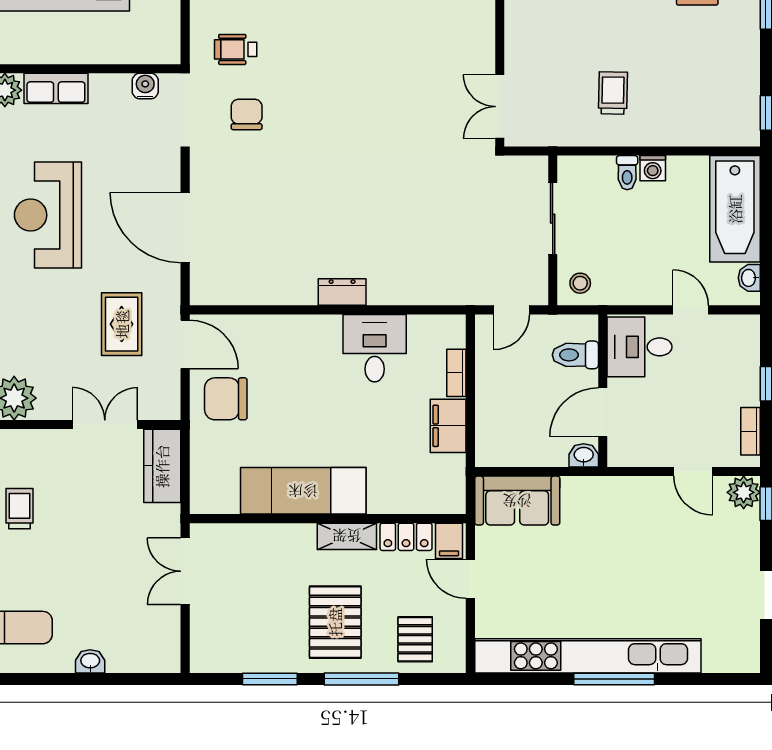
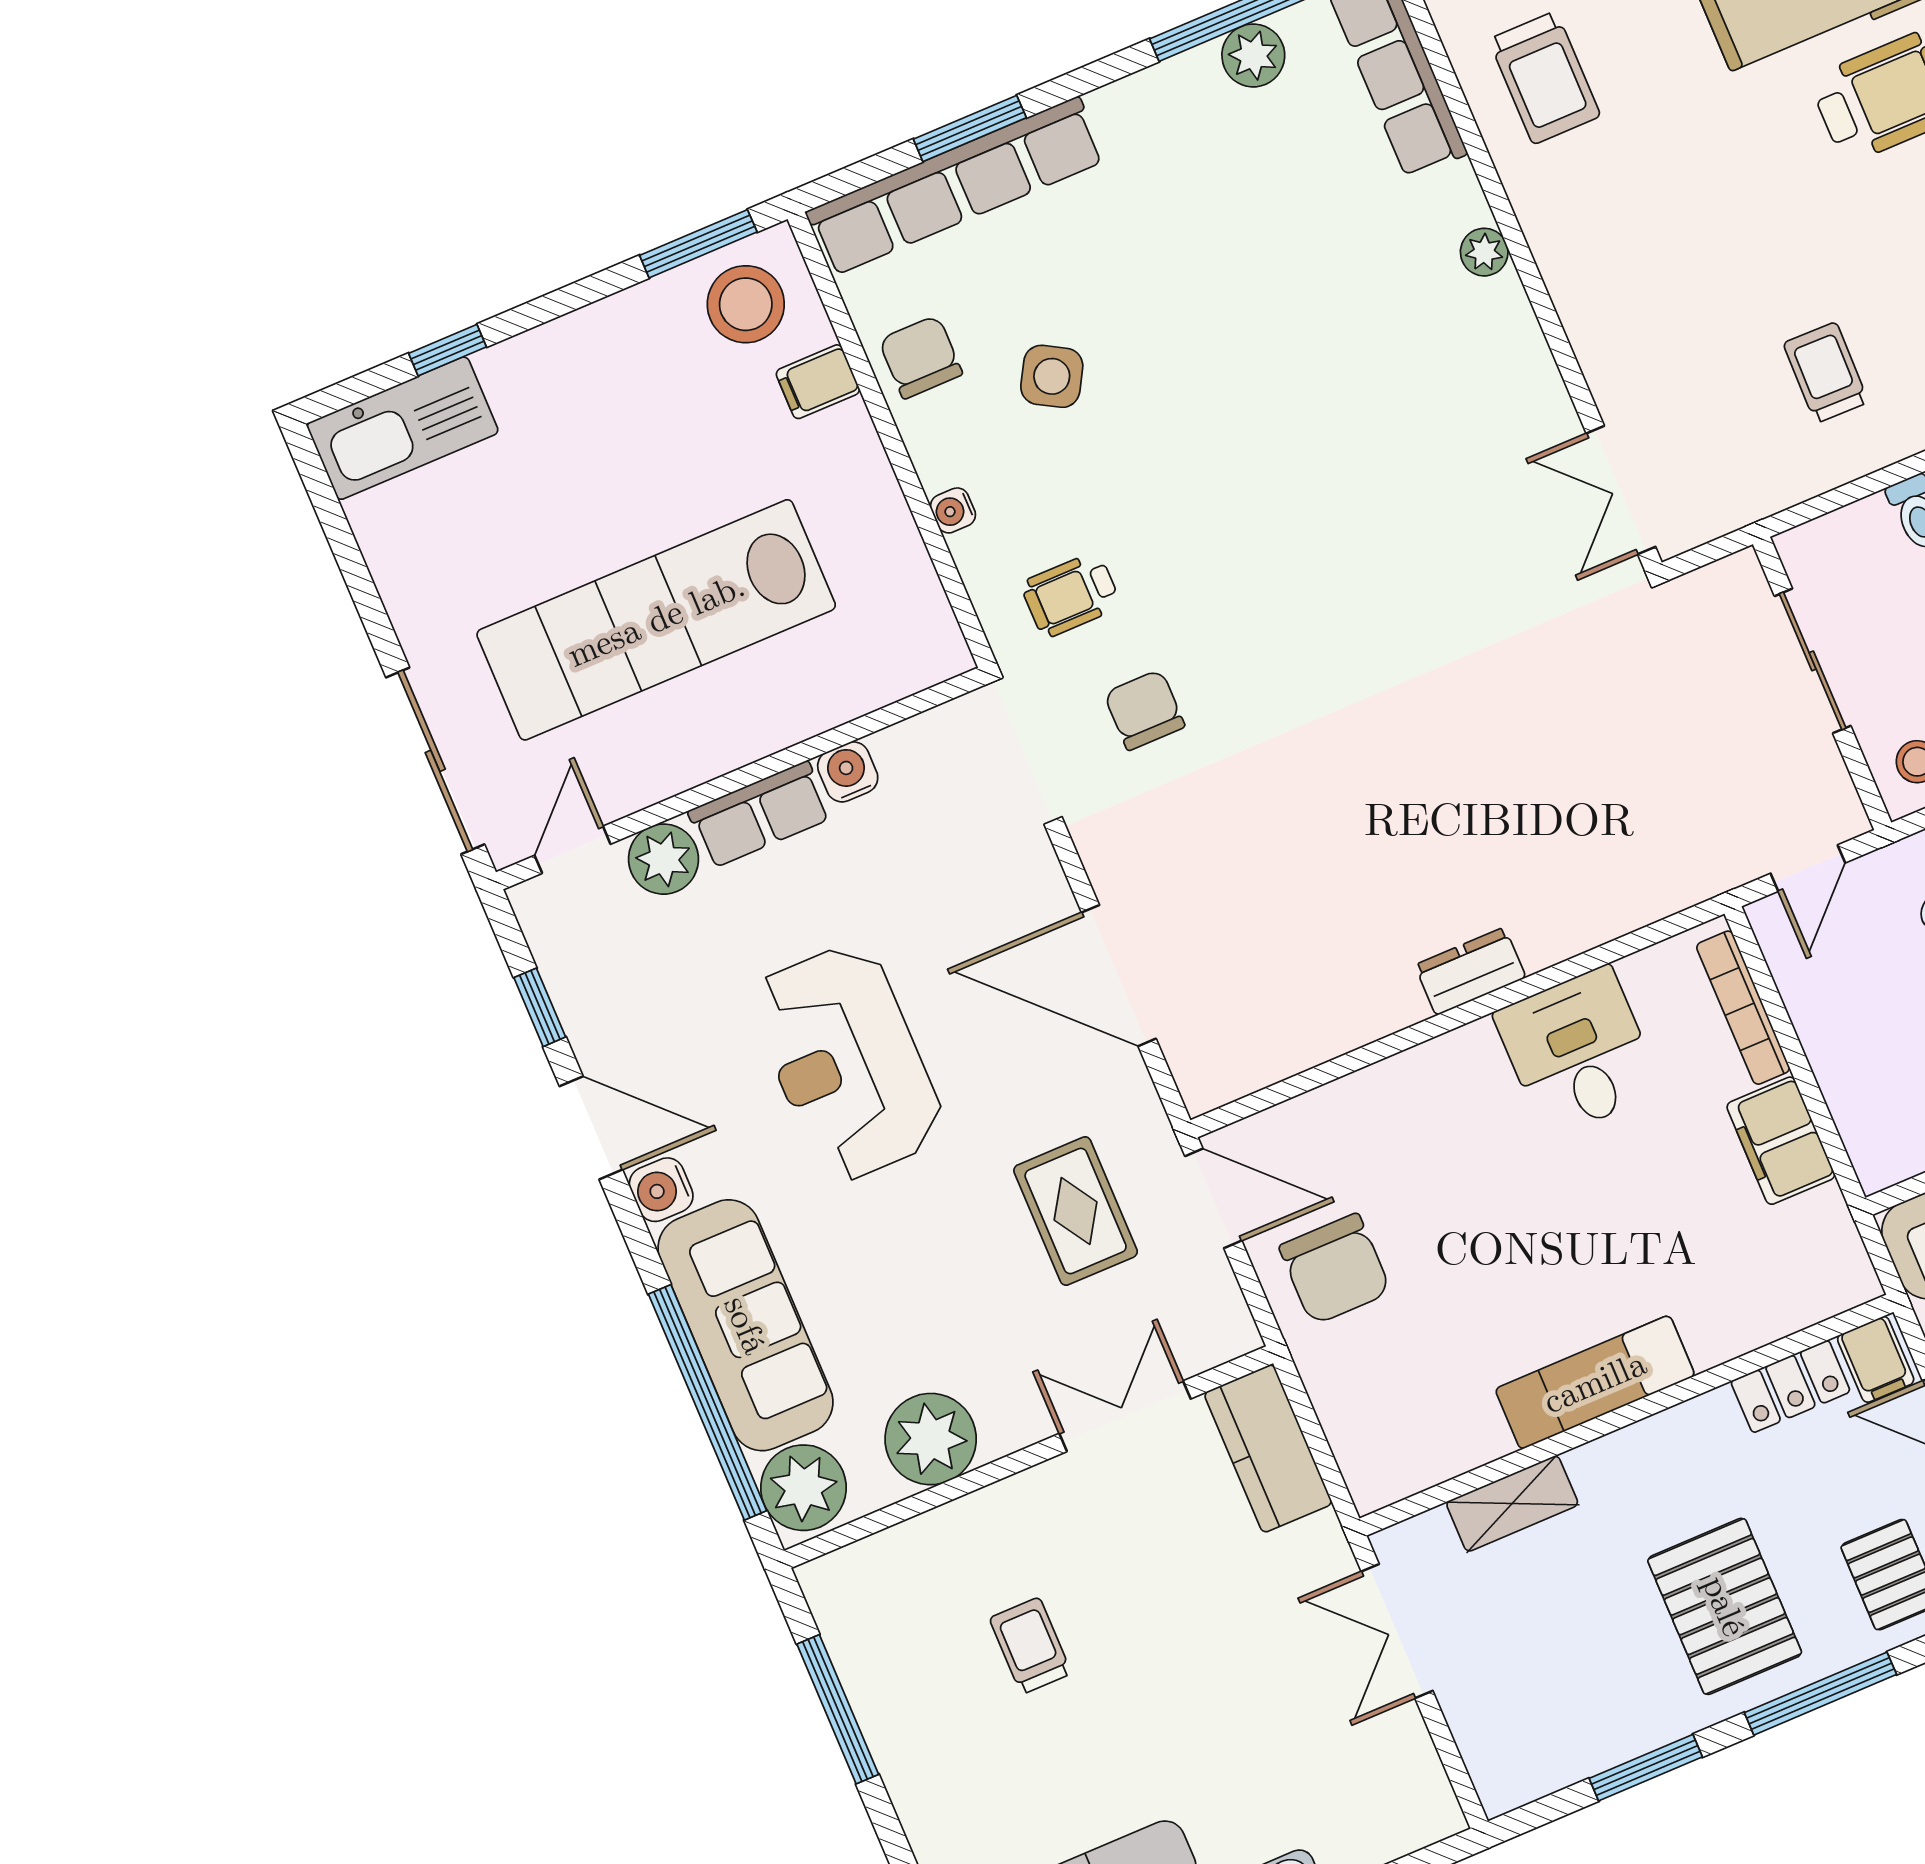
water cooler: (145, 86) -> (848, 772), moved
bookcase: (456, 373) -> (1743, 1008), width x1.56
chair: (226, 399) -> (1335, 1269), turned -90
exam couch: (303, 491) -> (1595, 1382), width x0.73, depth x0.69
shelving: (347, 536) -> (1512, 1503), moved

